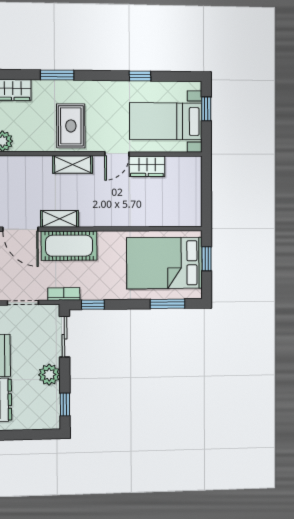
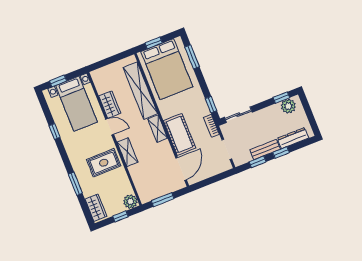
shelving: (150, 216) -> (140, 91), added
shelving: (59, 219) -> (158, 129), moved
plant: (49, 375) -> (288, 106), moved

